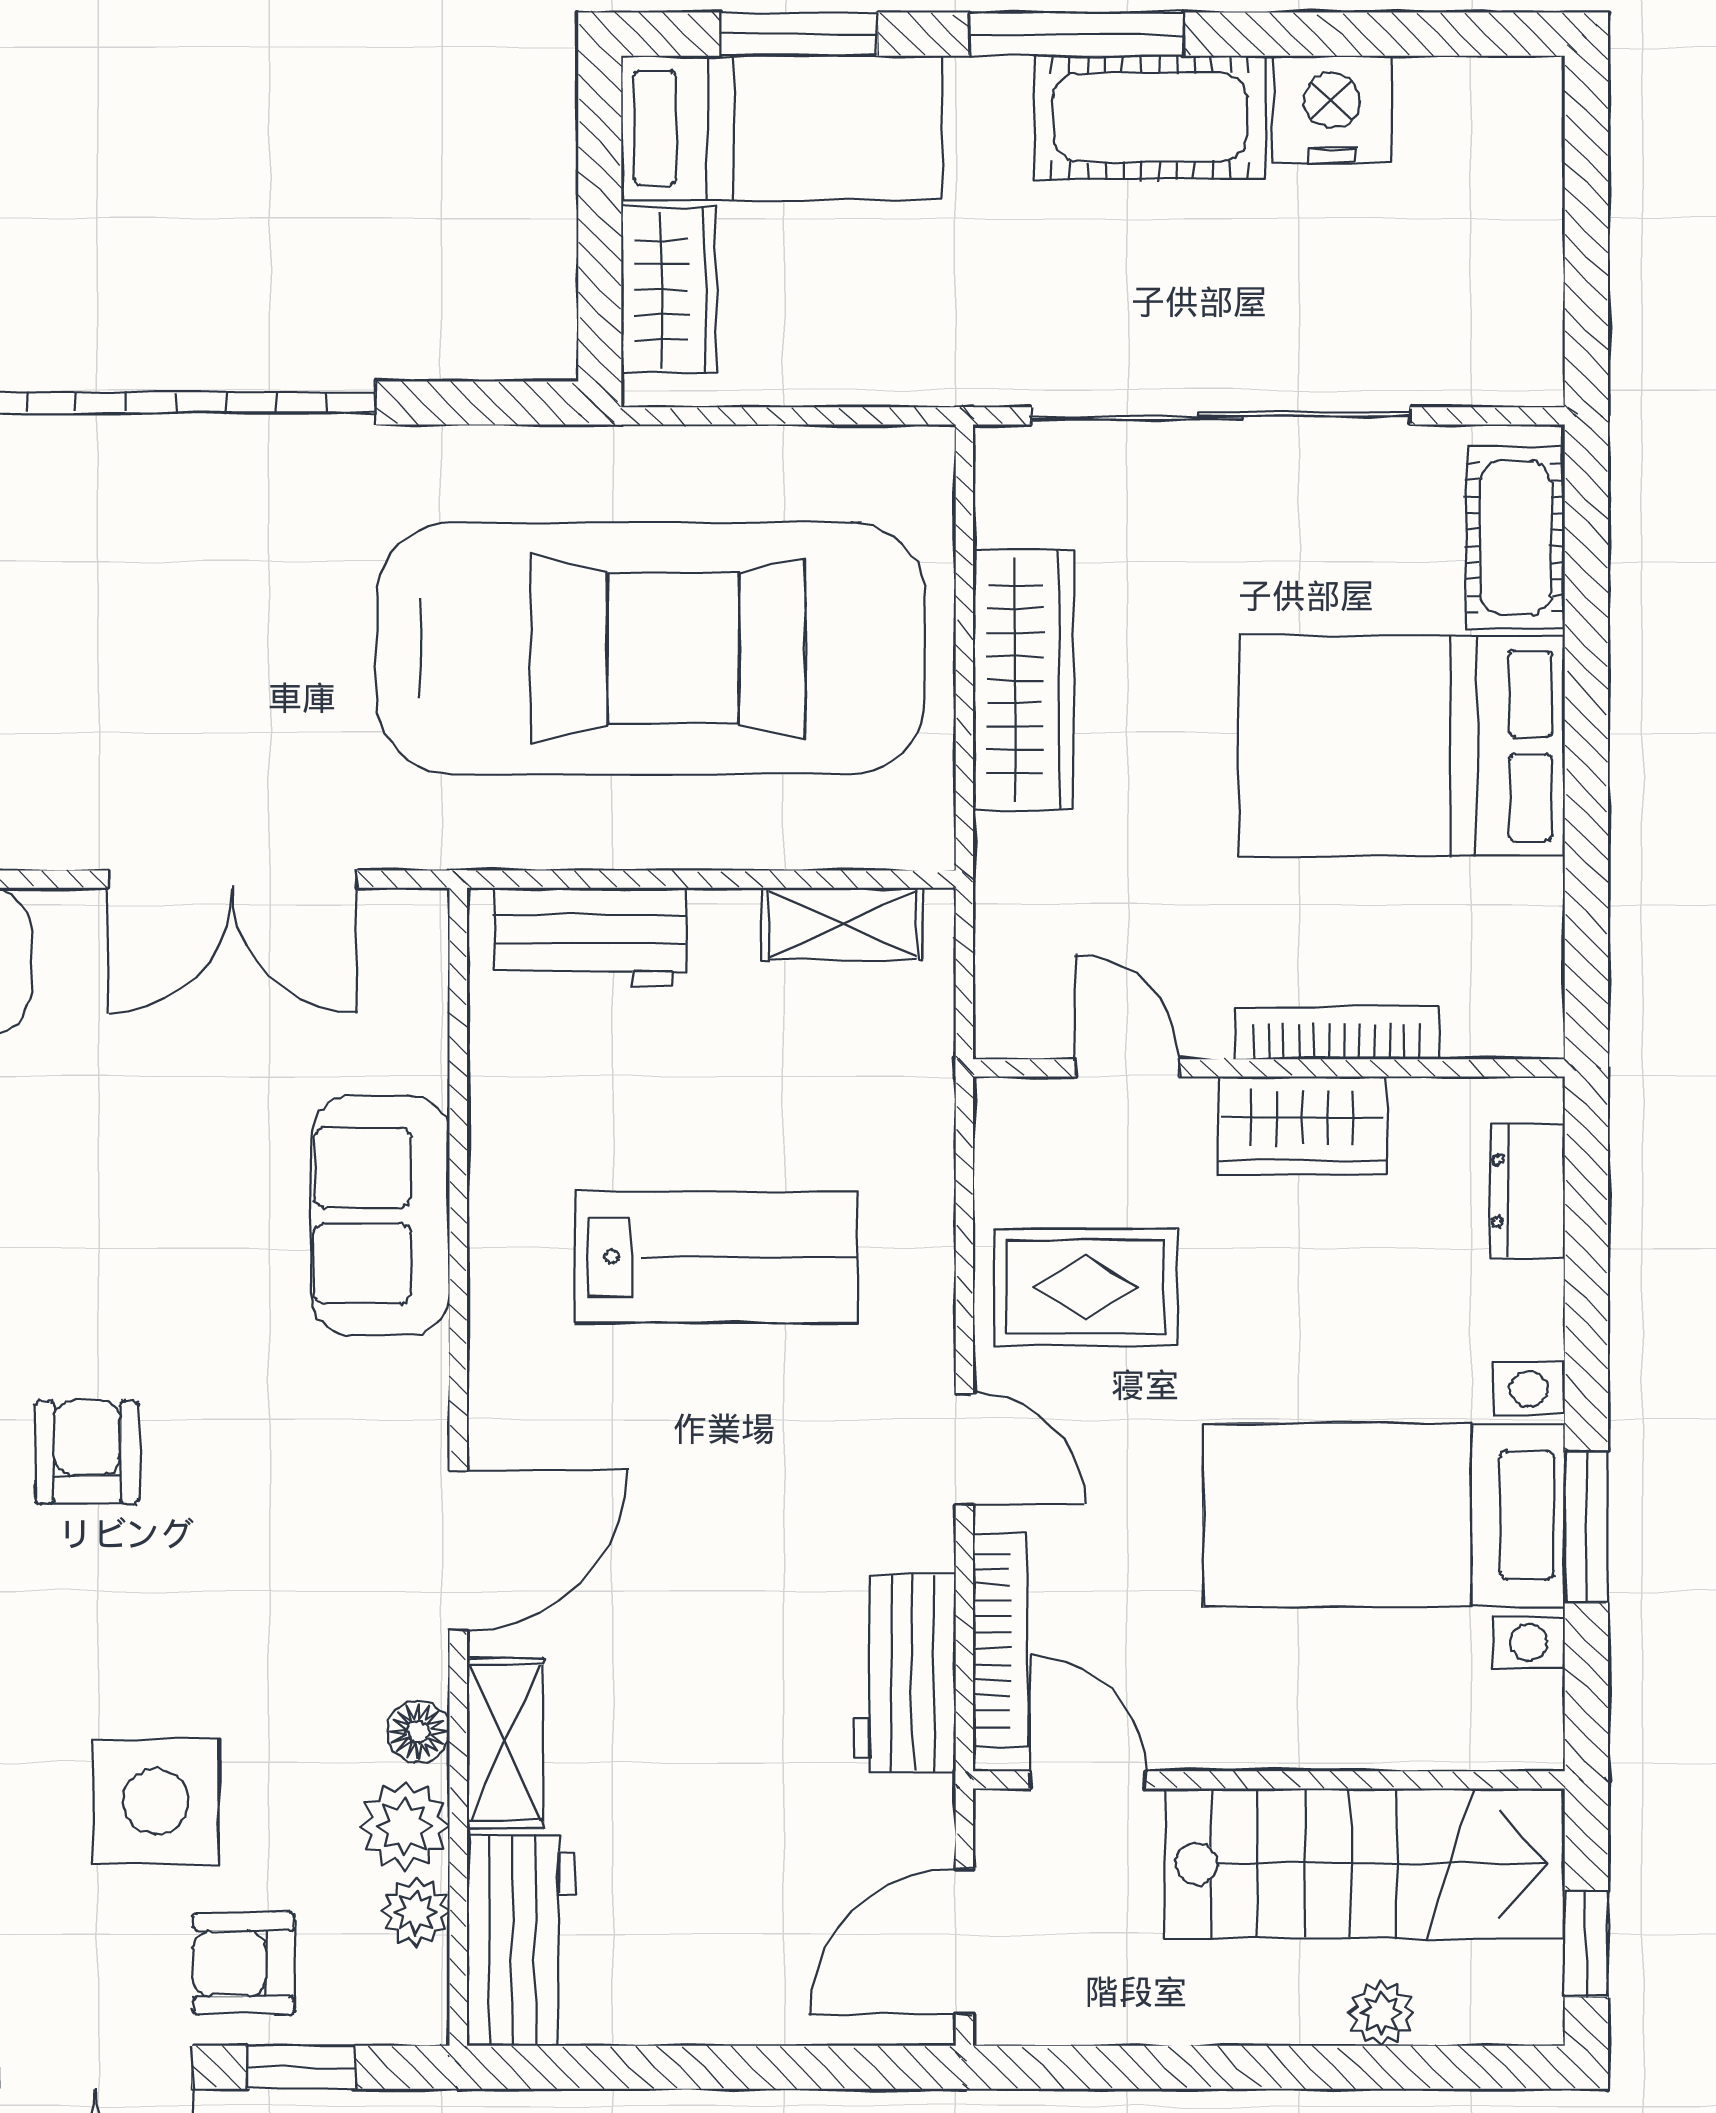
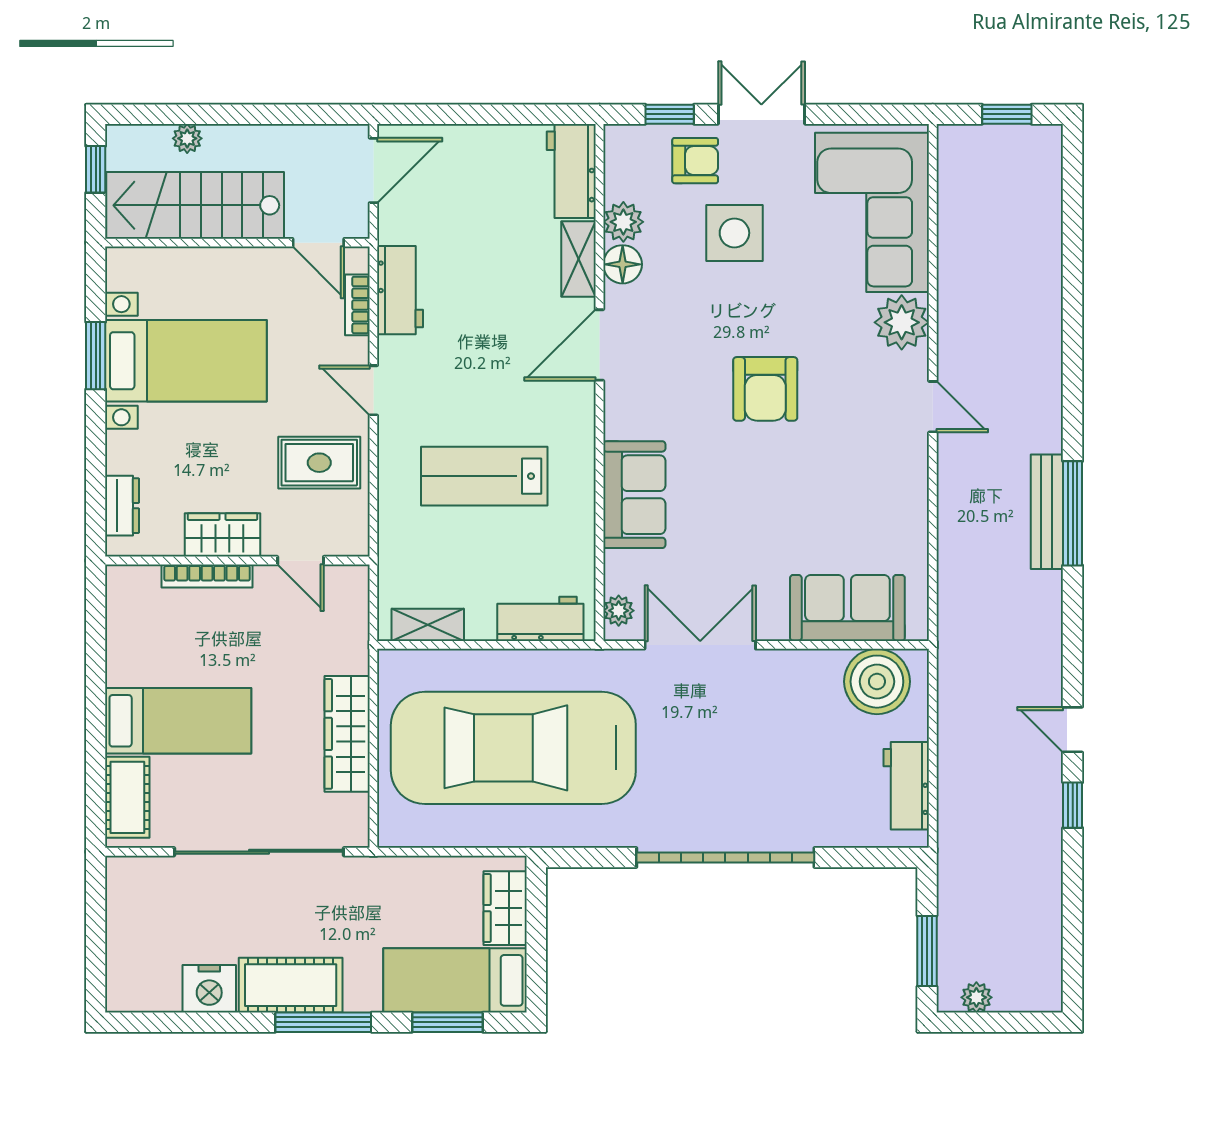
bed: (1402, 746) -> (178, 721), width x0.67
armchair: (87, 1452) -> (765, 389), width x1.38, depth x1.38
bookcase: (1000, 1640) -> (357, 305), width x0.64
floor lamp: (418, 1731) -> (623, 264), width x1.37, depth x1.37
plant: (415, 1912) -> (619, 611), moved

